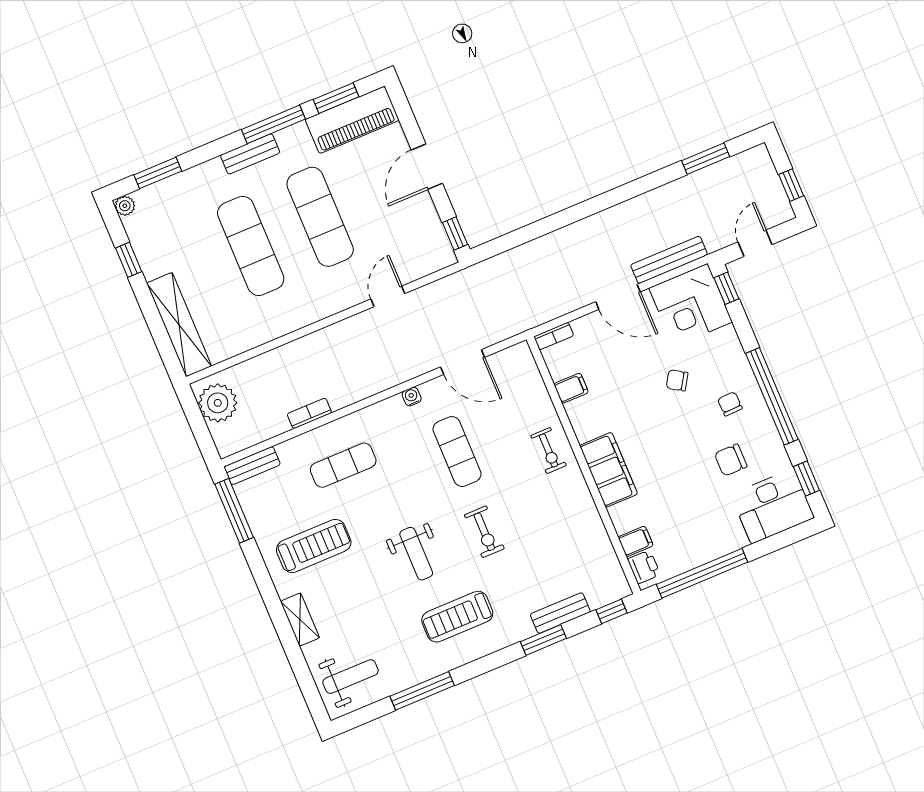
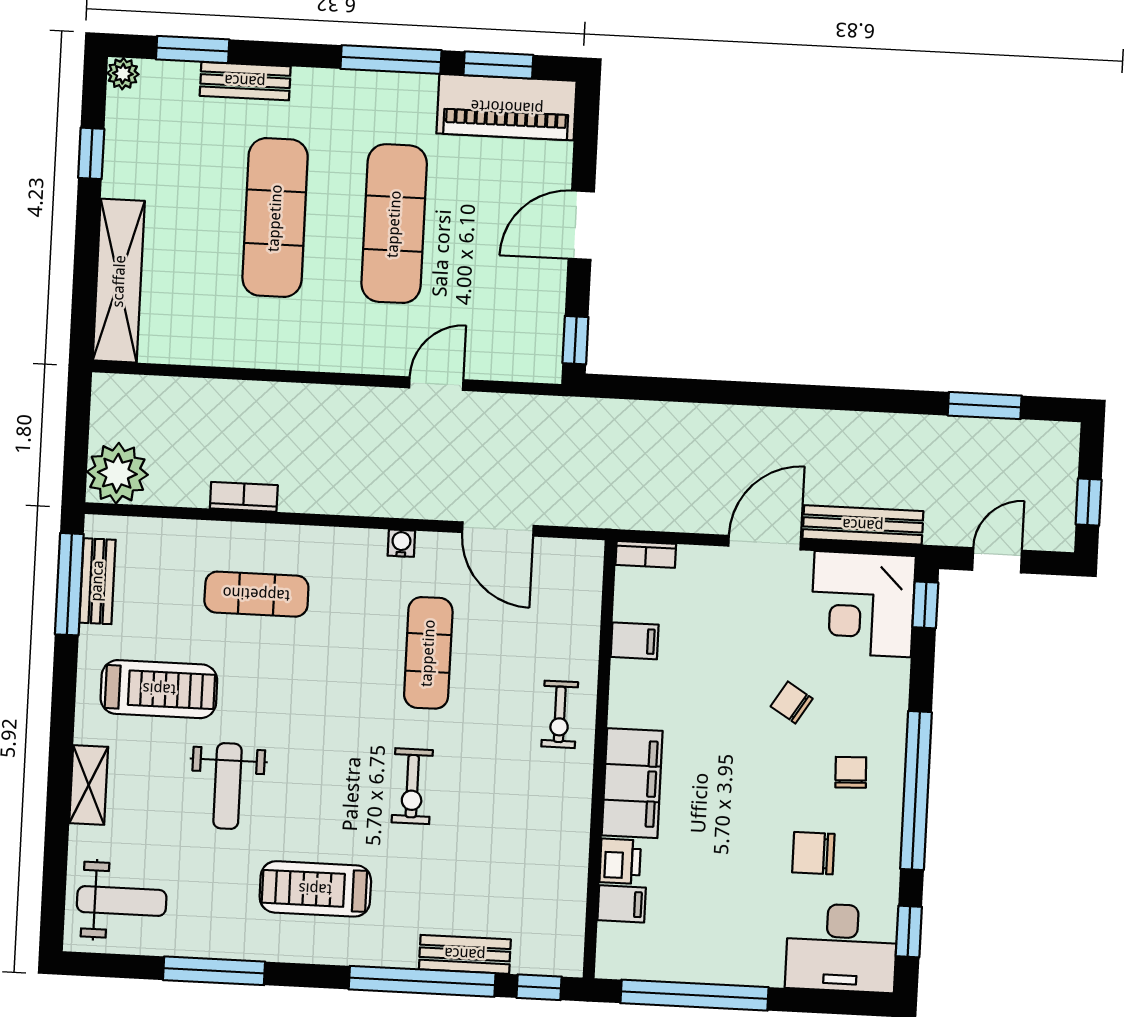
bench: (250, 154) -> (245, 81), moved
door: (618, 297) -> (765, 543), swing flipped
plant: (218, 403) -> (117, 473), moved
bench: (252, 466) -> (97, 581), moved, turned 90
weight bench: (416, 554) -> (228, 786), moved
printer: (644, 567) -> (620, 861), moved
window: (543, 640) -> (422, 981), width x2.11

